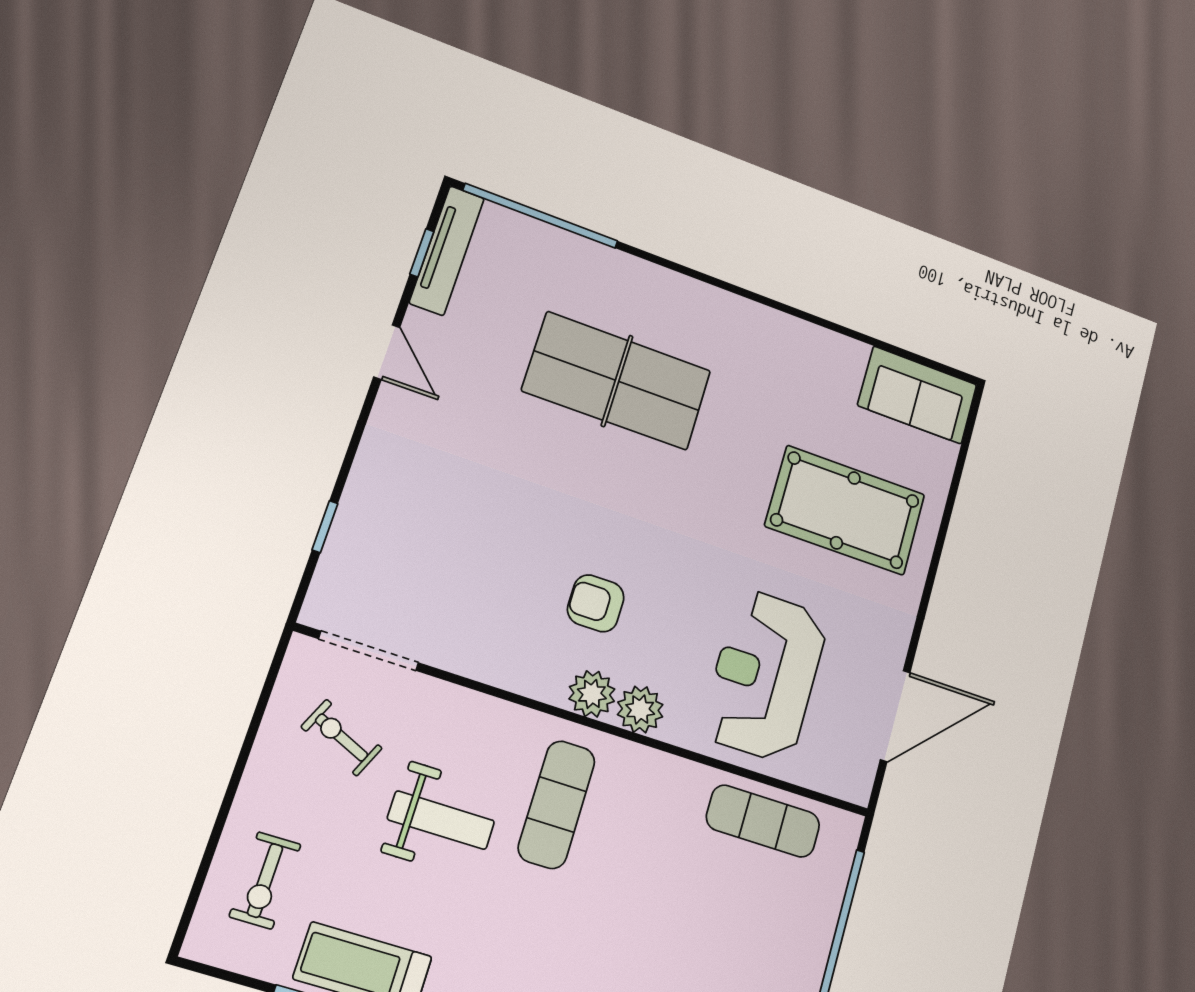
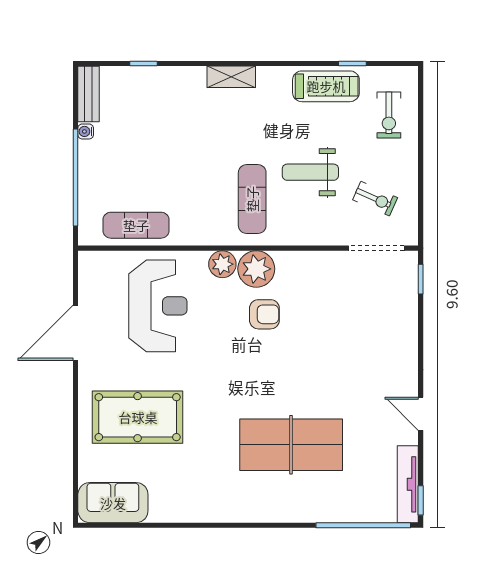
window: (422, 253) -> (421, 500), moved
window: (325, 527) -> (421, 279), moved
plant: (592, 694) -> (256, 269), width x1.36, depth x1.36
door: (895, 716) -> (76, 333), moved
exercise bike: (265, 880) -> (389, 115), turned 180

